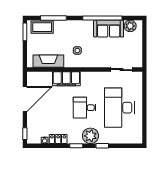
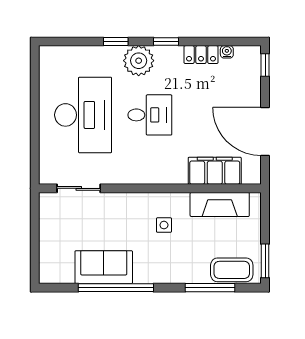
plant: (130, 26) -> (62, 272), removed
filing cabinet: (66, 79) -> (215, 171), moved
door: (25, 99) -> (265, 132), hinge flipped

